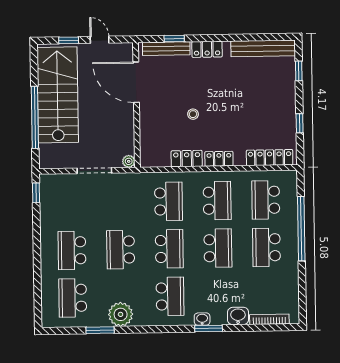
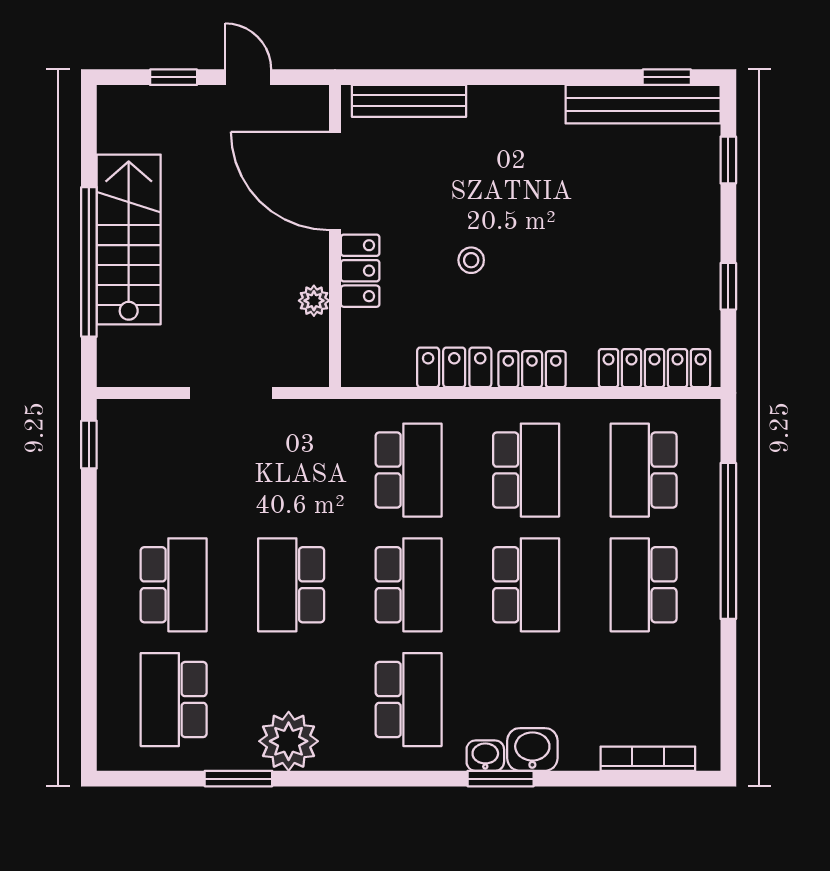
window: (174, 39) -> (667, 77), moved
locker: (207, 49) -> (360, 271), moved, turned -90
stairs: (58, 95) -> (129, 239), width x0.73, depth x0.66
plant: (129, 161) -> (314, 301), moved
school desk: (72, 250) -> (174, 585), turned 180
washbasin: (238, 316) -> (532, 749), moved

